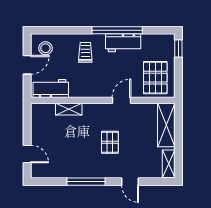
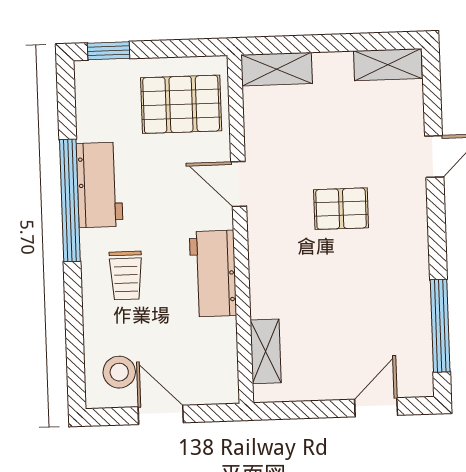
trolley: (85, 52) -> (126, 276), turned -90
workbench: (51, 88) -> (213, 274), moved
shelving: (69, 109) -> (266, 351), moved
shelving: (166, 125) -> (277, 69), width x0.67, depth x0.75
window: (86, 182) -> (440, 326), moved

